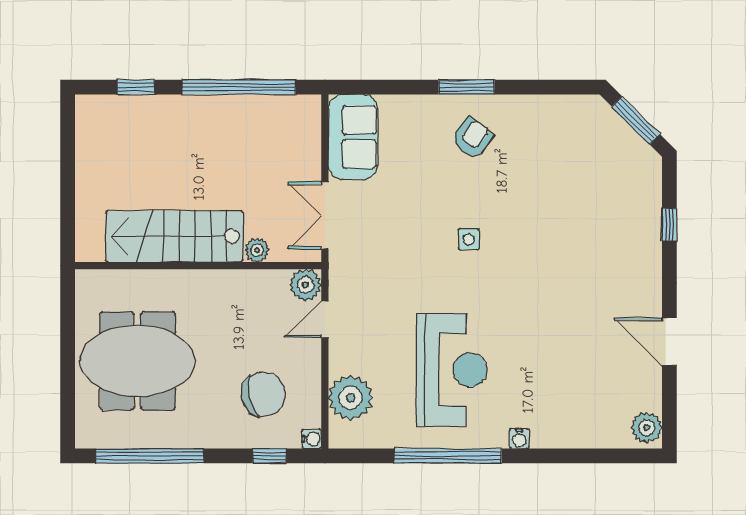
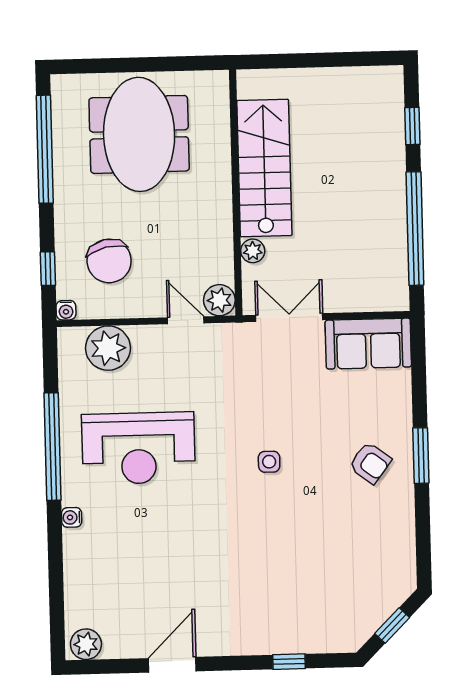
window: (636, 120) -> (392, 626), width x0.67

